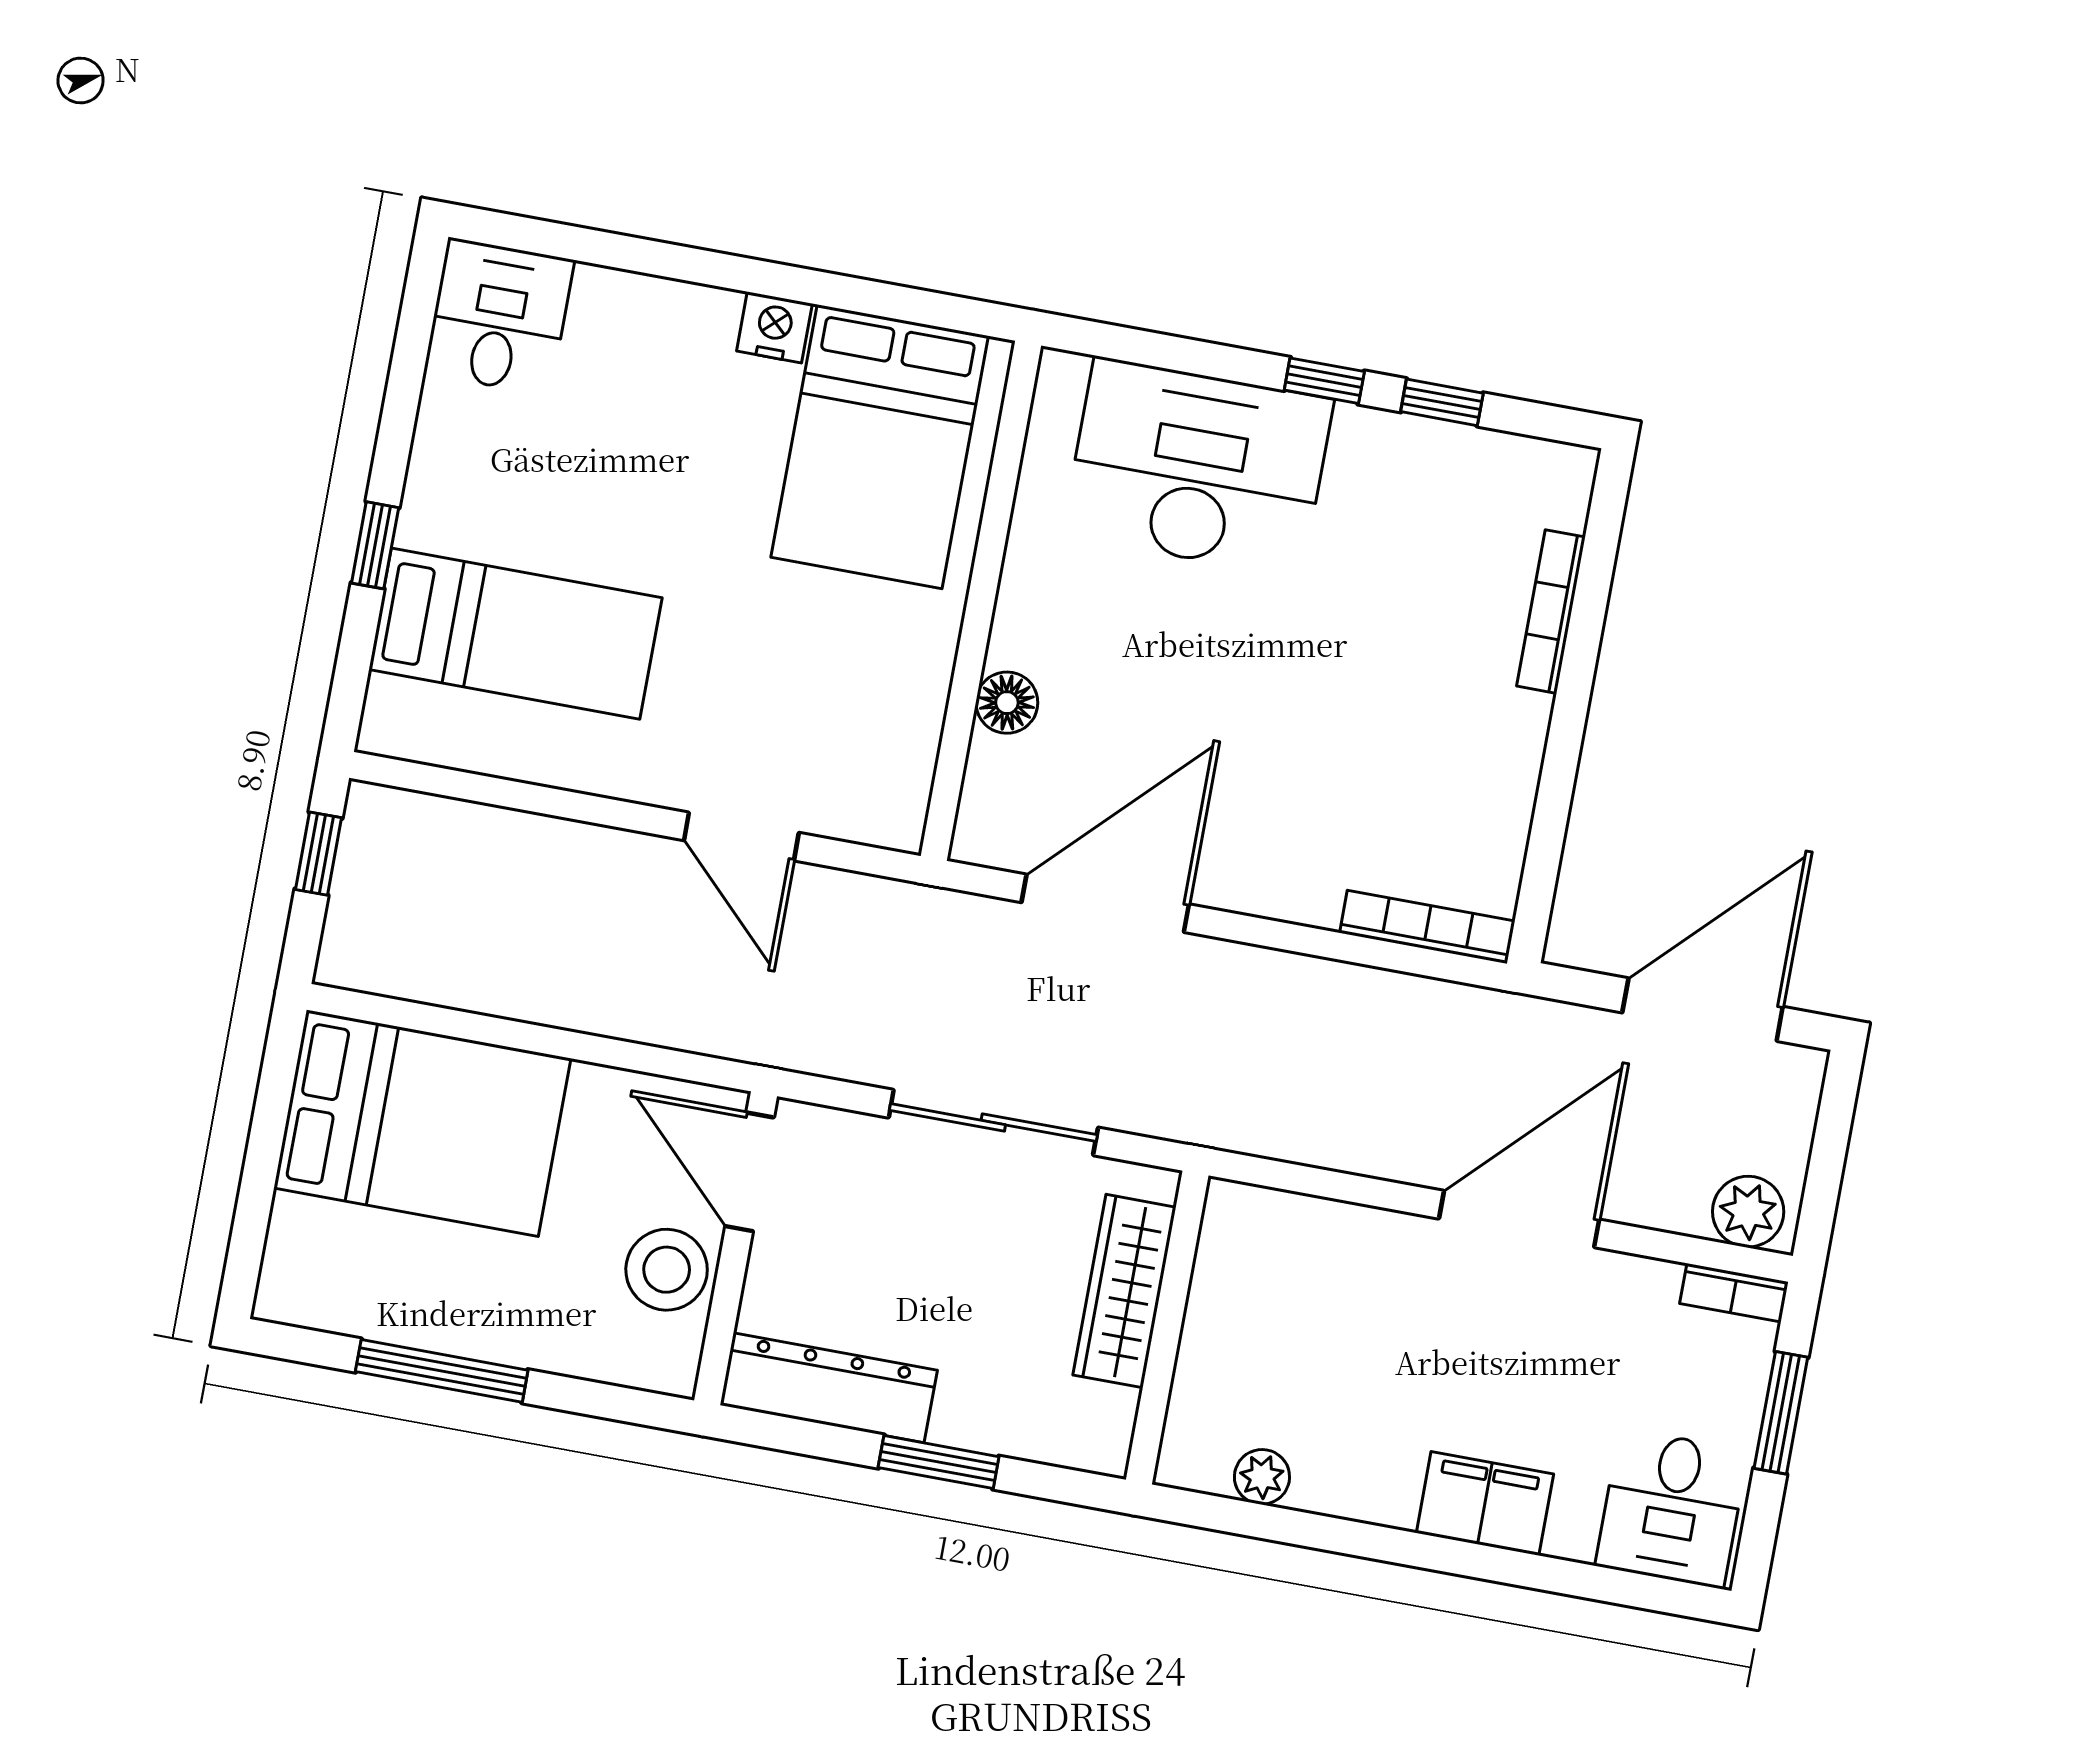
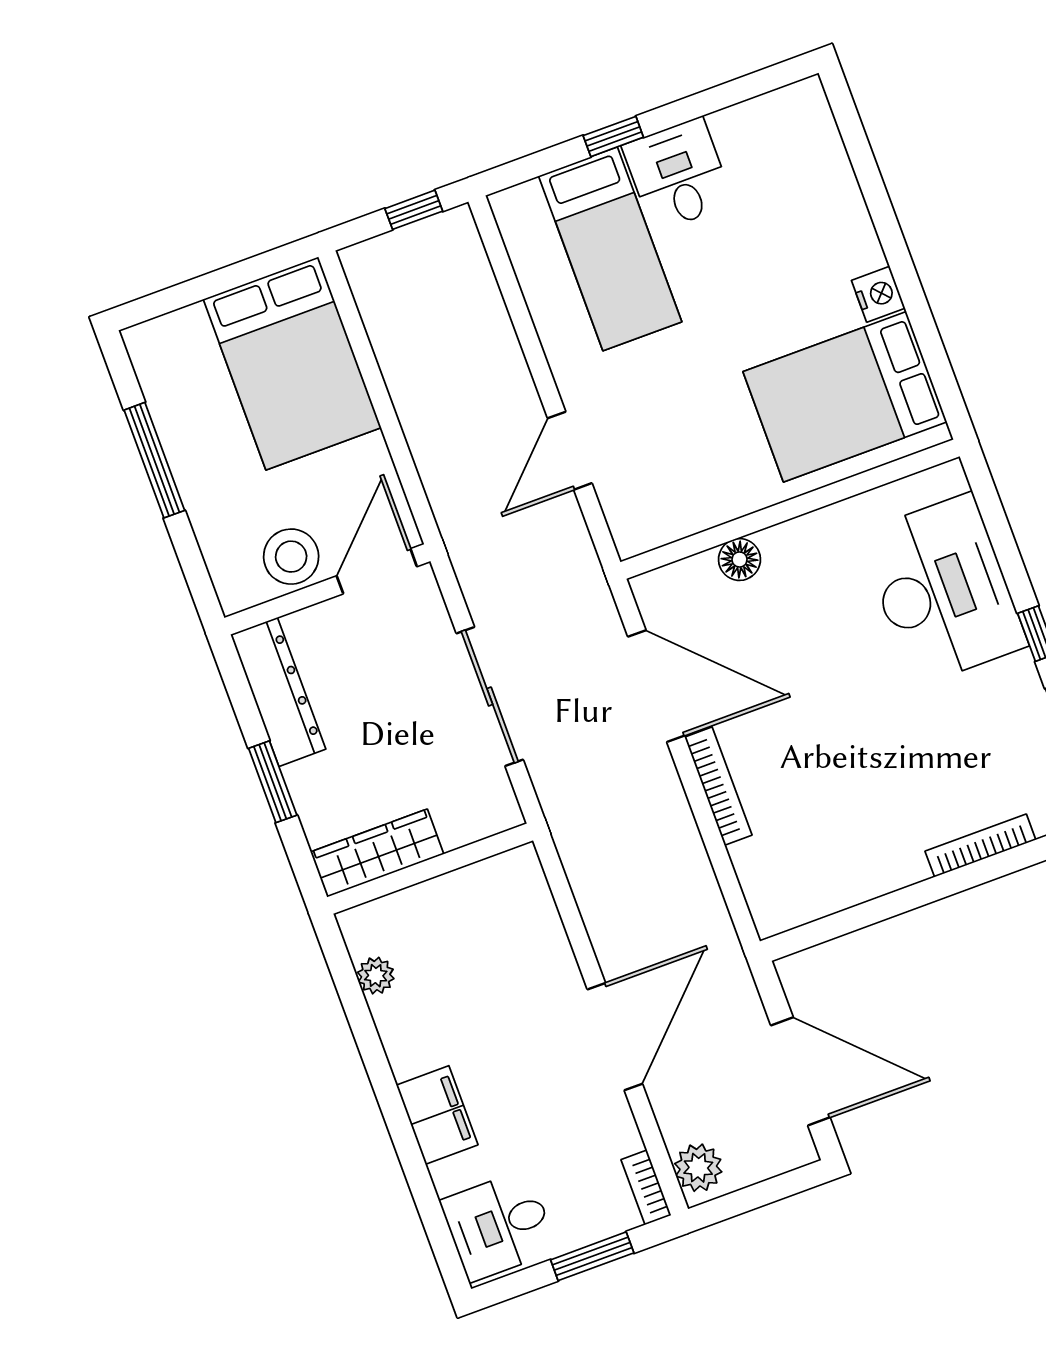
desk: (499, 317) -> (678, 175), moved, turned -90
bookcase: (1427, 927) -> (718, 786), moved
door: (1519, 1219) -> (615, 1037), hinge flipped
wardrobe: (1124, 1291) -> (377, 853), moved

